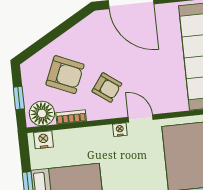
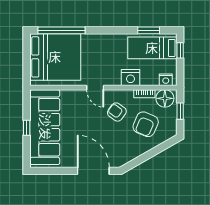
armchair: (65, 75) -> (146, 124), turned -90
nightstand: (120, 130) -> (130, 78), moved, width x1.89, depth x1.79

